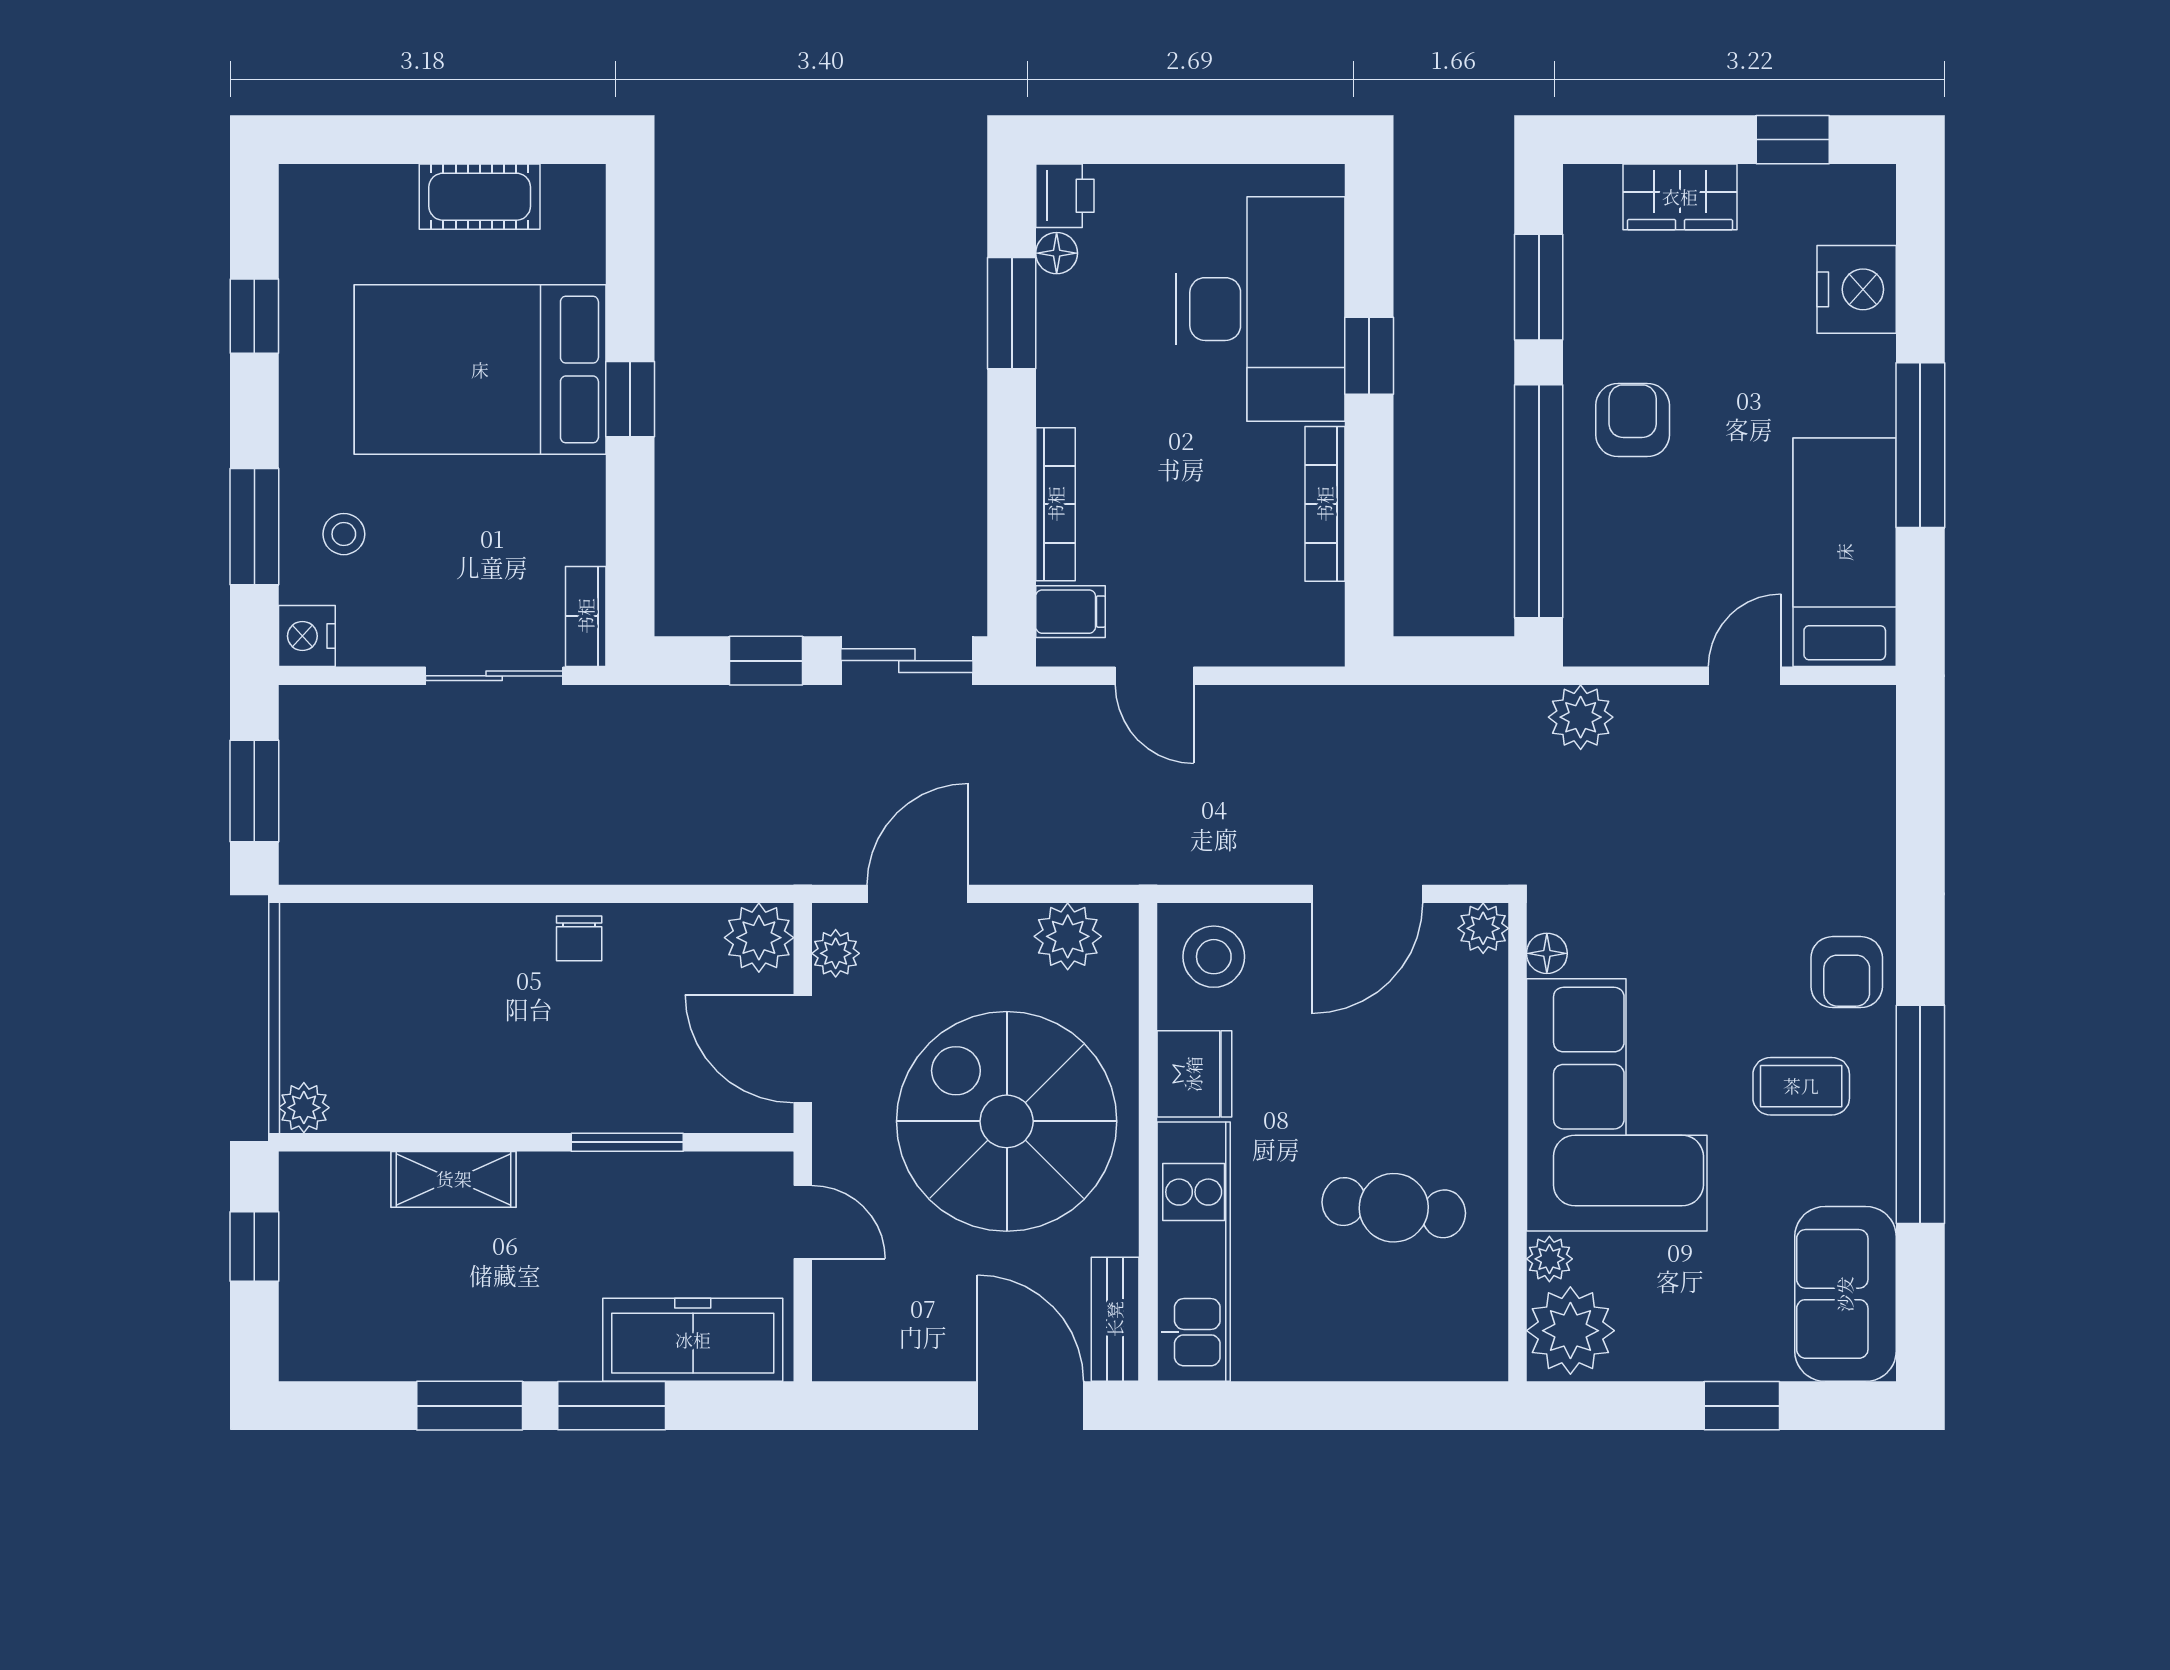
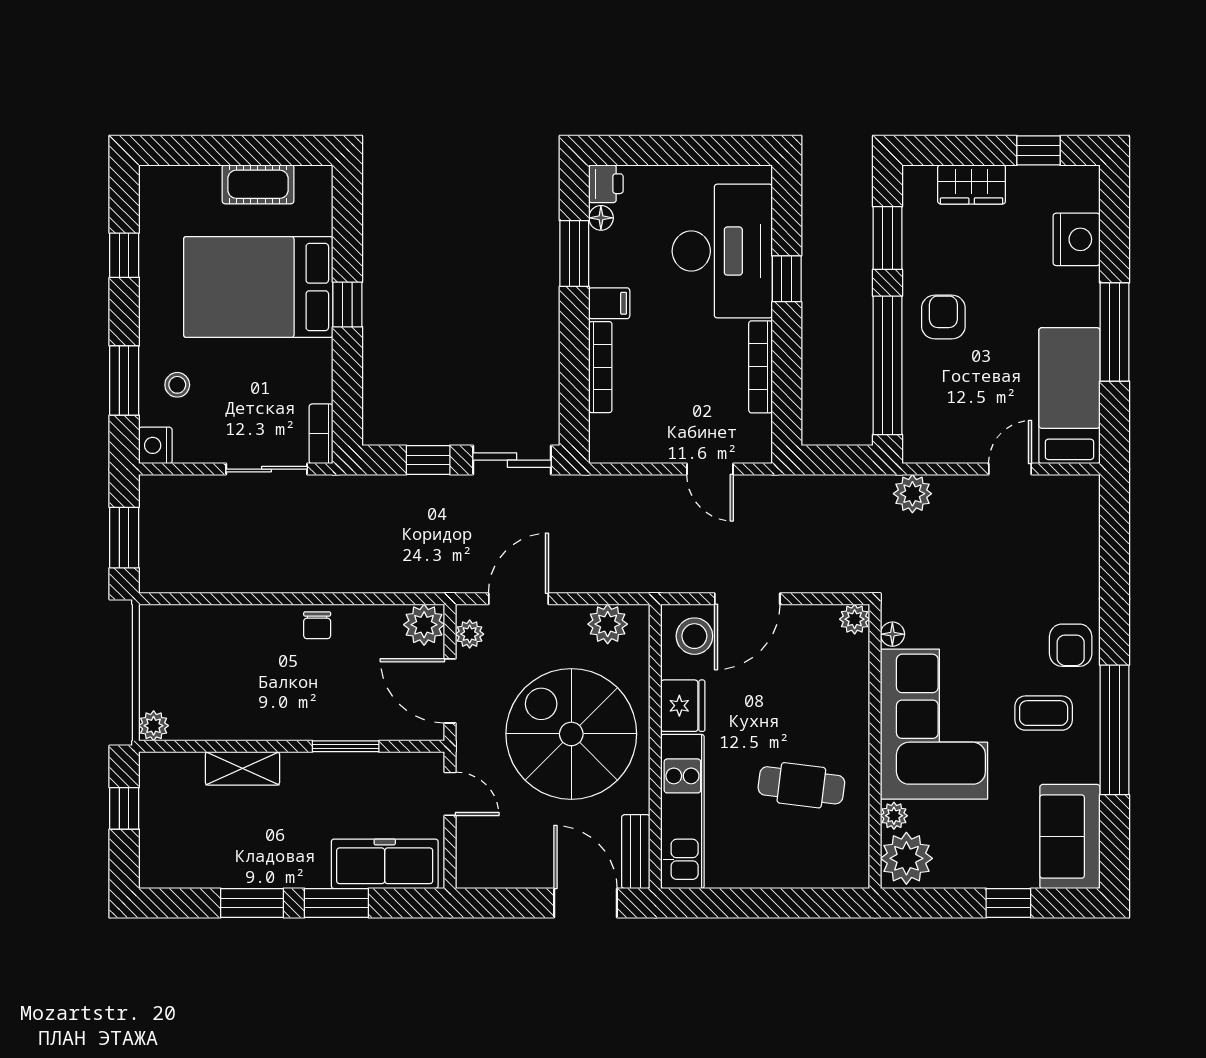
filing cabinet: (1070, 612) -> (609, 303), moved
door: (1154, 676) -> (710, 469), moved
door: (1367, 894) -> (747, 599), moved

